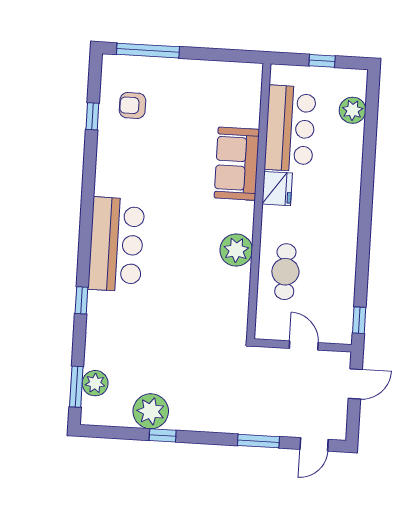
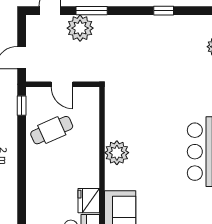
cafe table: (285, 272) -> (52, 130), moved, turned 66
plant: (151, 411) -> (80, 28), moved

